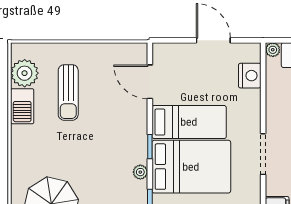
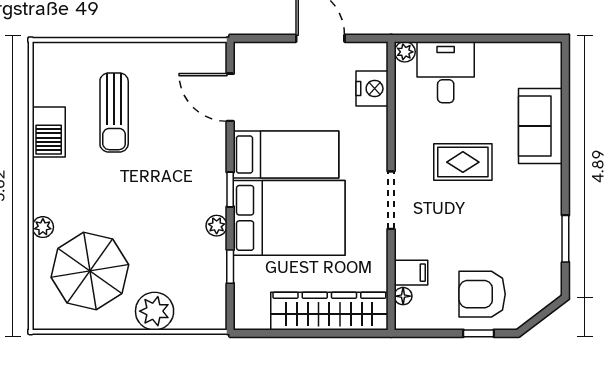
plant: (25, 73) -> (43, 227), moved, width x0.53, depth x0.53

